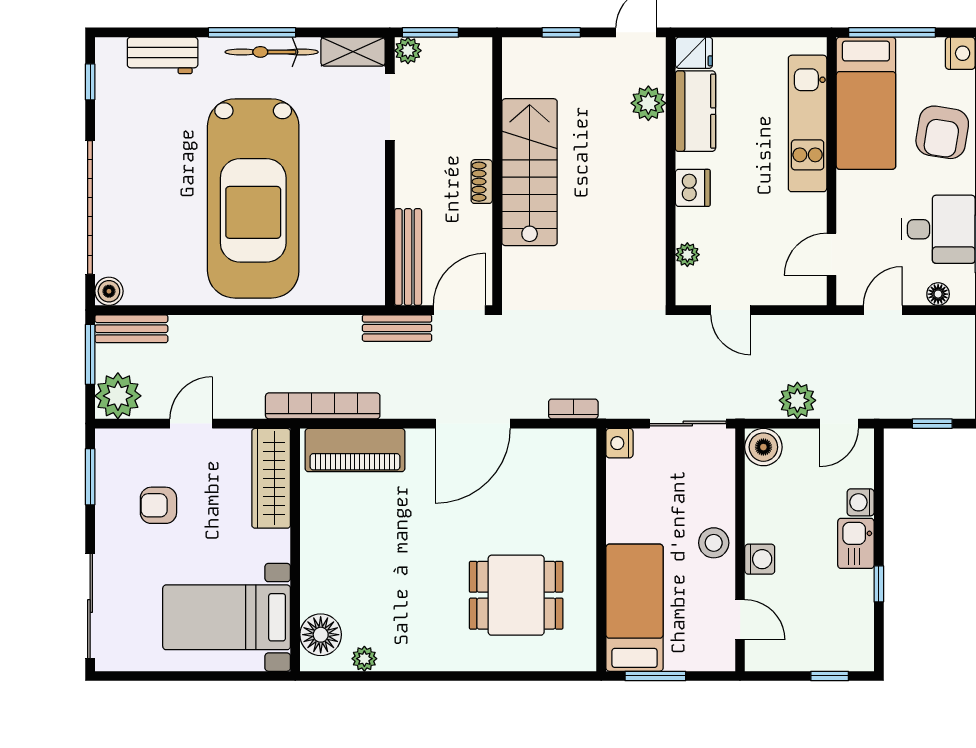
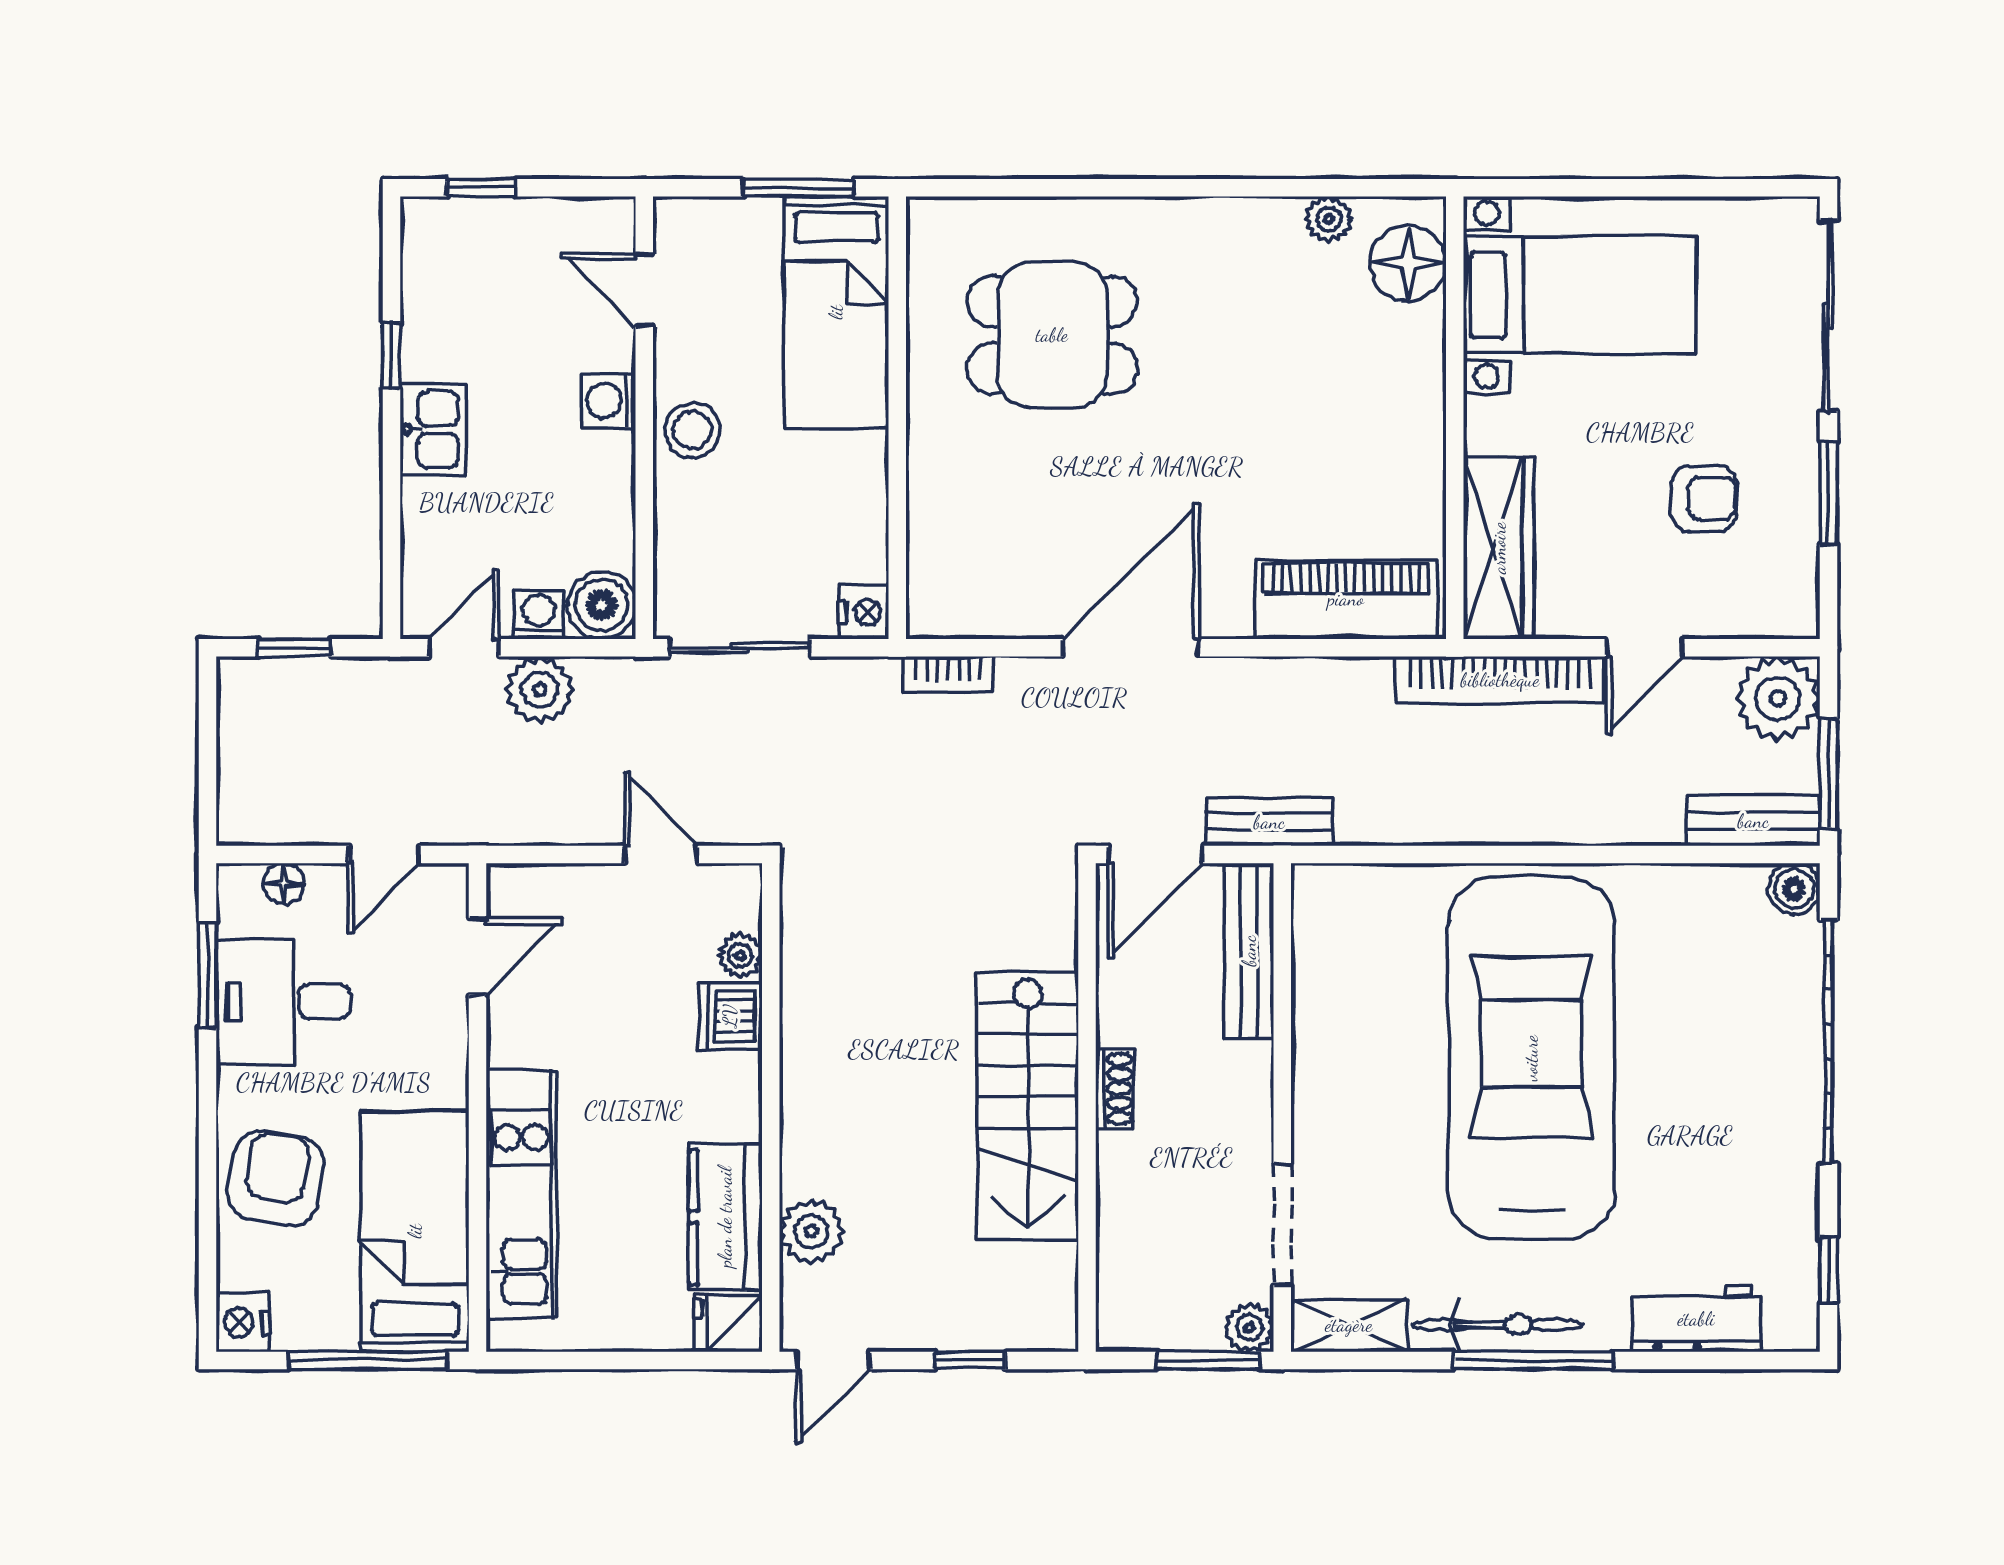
dishwasher: (693, 188) -> (730, 1016), moved
bookcase: (323, 406) -> (1500, 680), moved
window: (90, 477) -> (1828, 493), moved
washing machine: (861, 502) -> (538, 614), moved, turned -90

